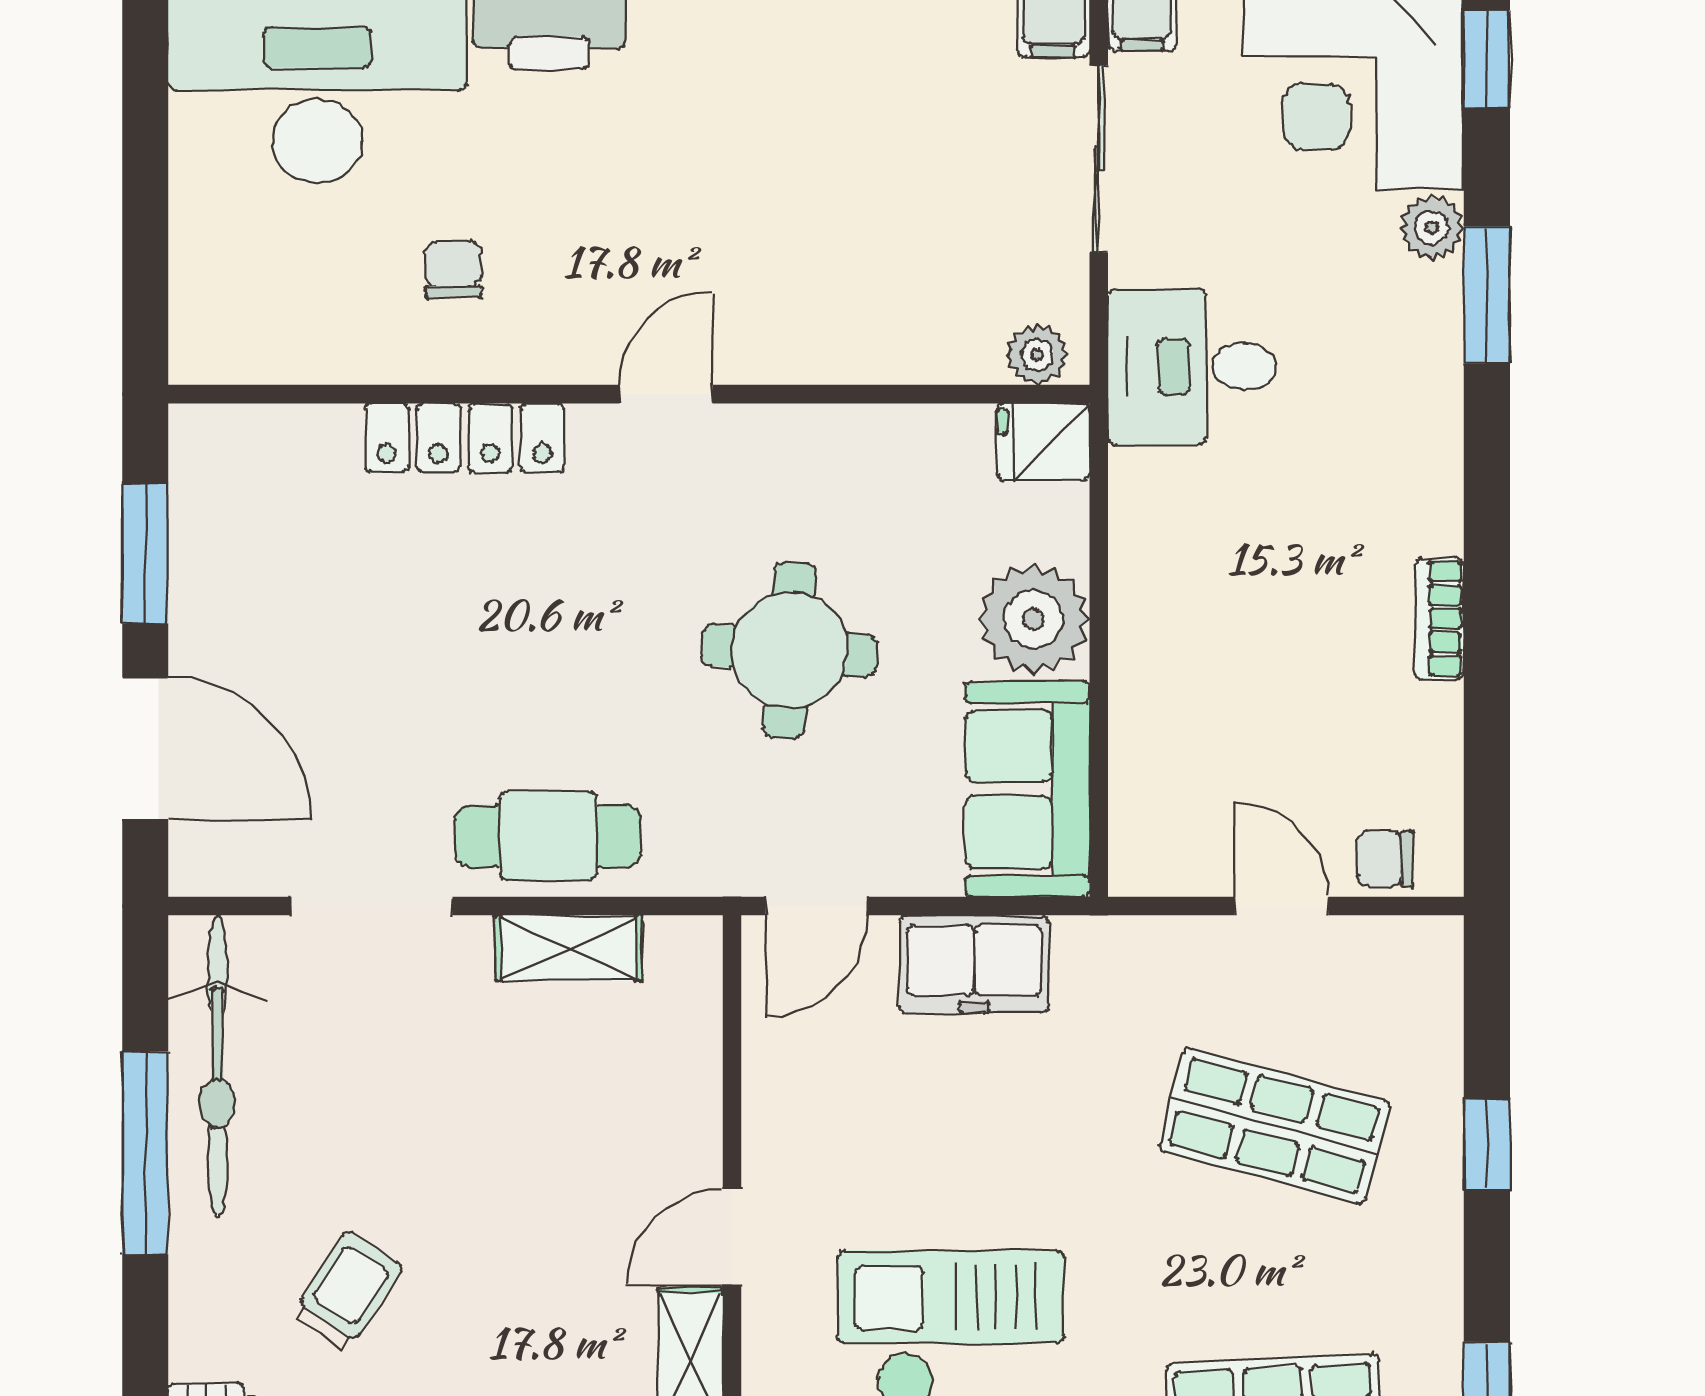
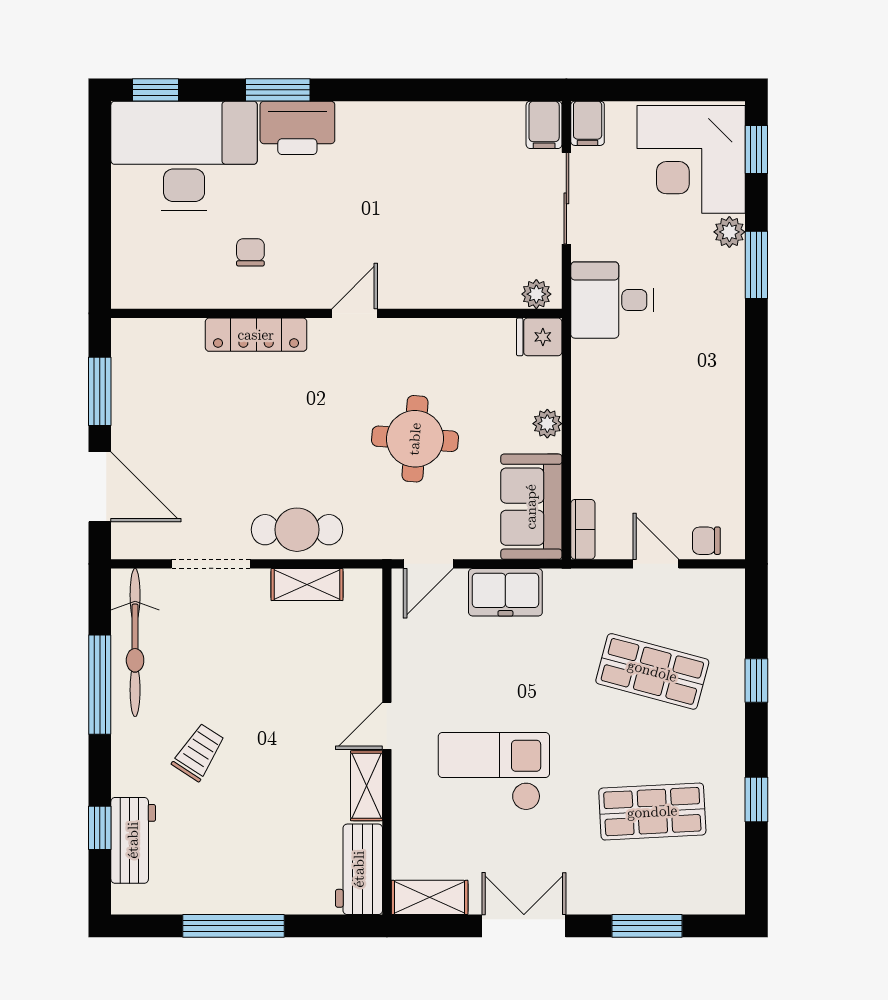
plant: (1034, 619) -> (547, 424), width x0.53, depth x0.53
bookcase: (1439, 619) -> (583, 529), moved, turned 180

